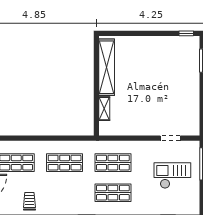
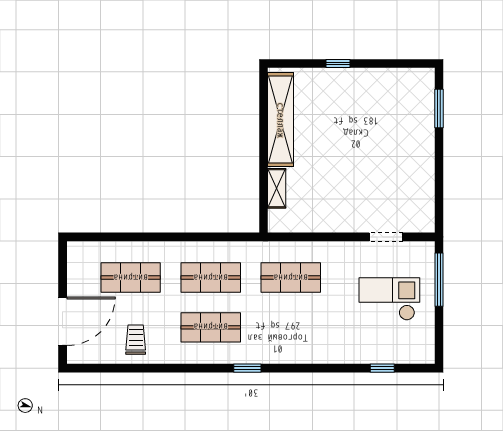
window: (186, 33) -> (338, 64), moved
shop shelf: (113, 193) -> (211, 327), moved
trolley: (29, 201) -> (136, 340), moved

